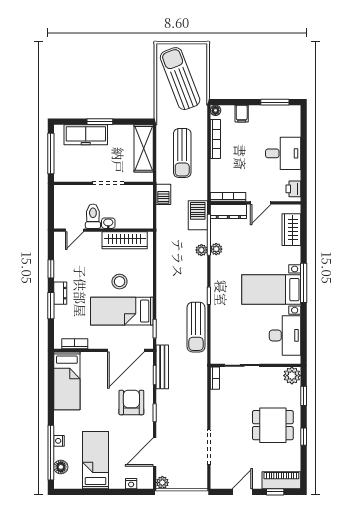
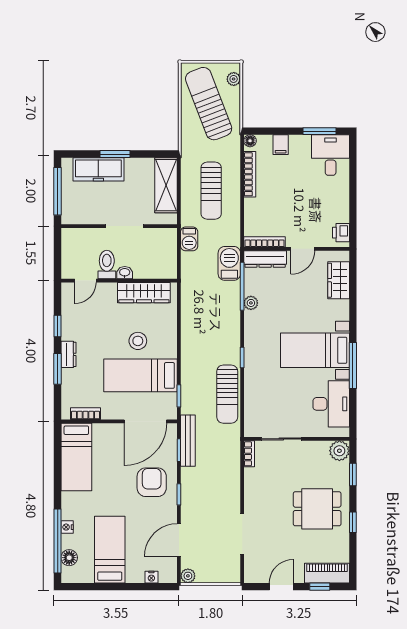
desk: (283, 153) -> (331, 155), moved, turned -90
plant: (201, 250) -> (234, 79), moved
window: (304, 283) -> (353, 365), moved

